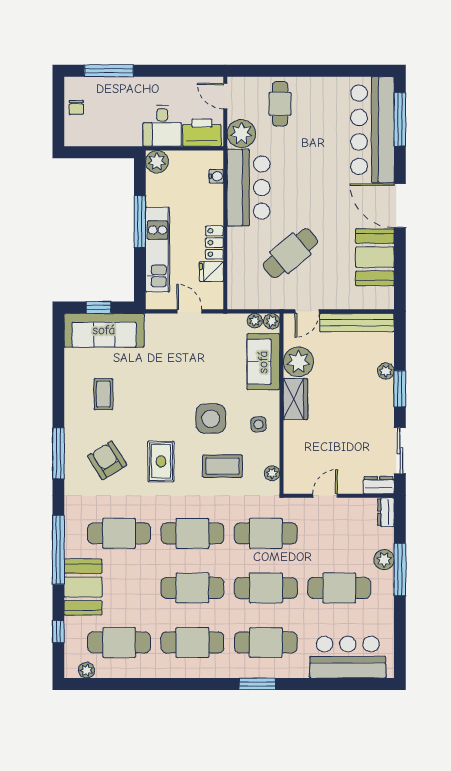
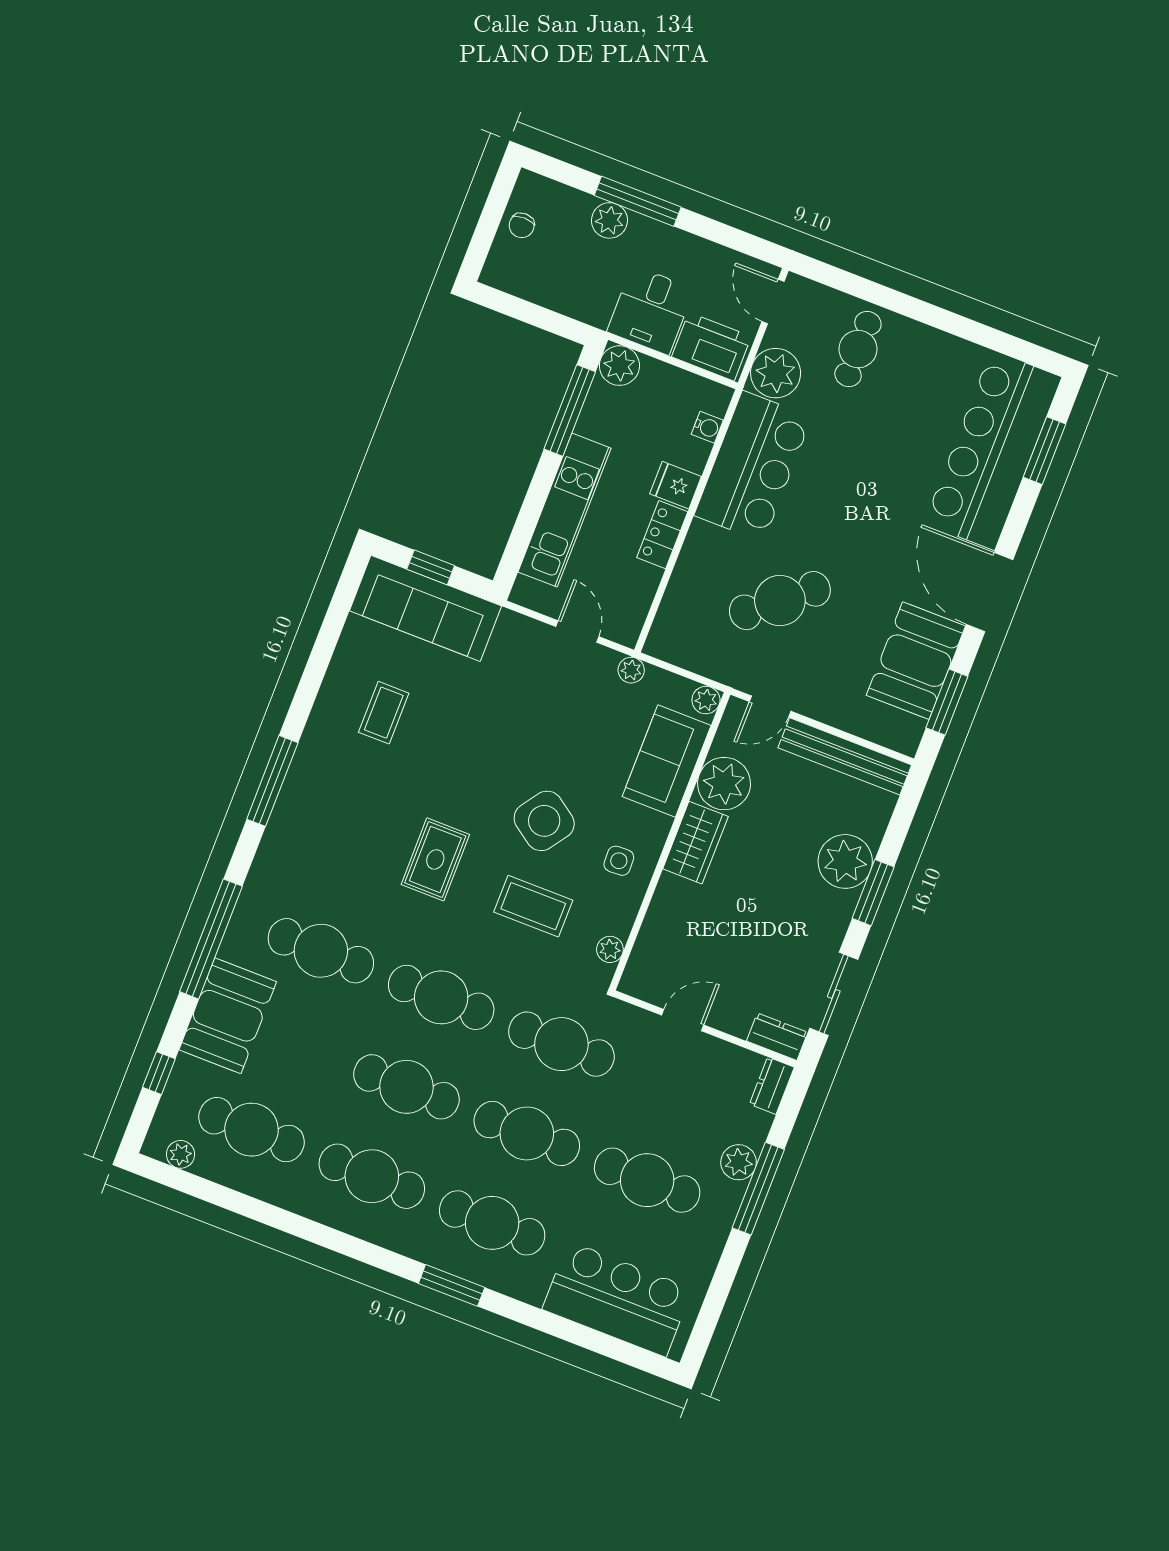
window: (109, 71) -> (638, 201), moved
plant: (122, 87) -> (610, 220), added
window: (400, 119) -> (1044, 451), width x0.69
window: (140, 222) -> (570, 410), moved
fridge: (211, 272) -> (676, 485), moved
window: (400, 273) -> (947, 702), added
plant: (255, 321) -> (631, 670), moved
plant: (386, 371) -> (845, 861), width x1.87, depth x1.87
side table: (211, 419) -> (544, 821), turned 35
armchair: (107, 460) -> (348, 823), removed

